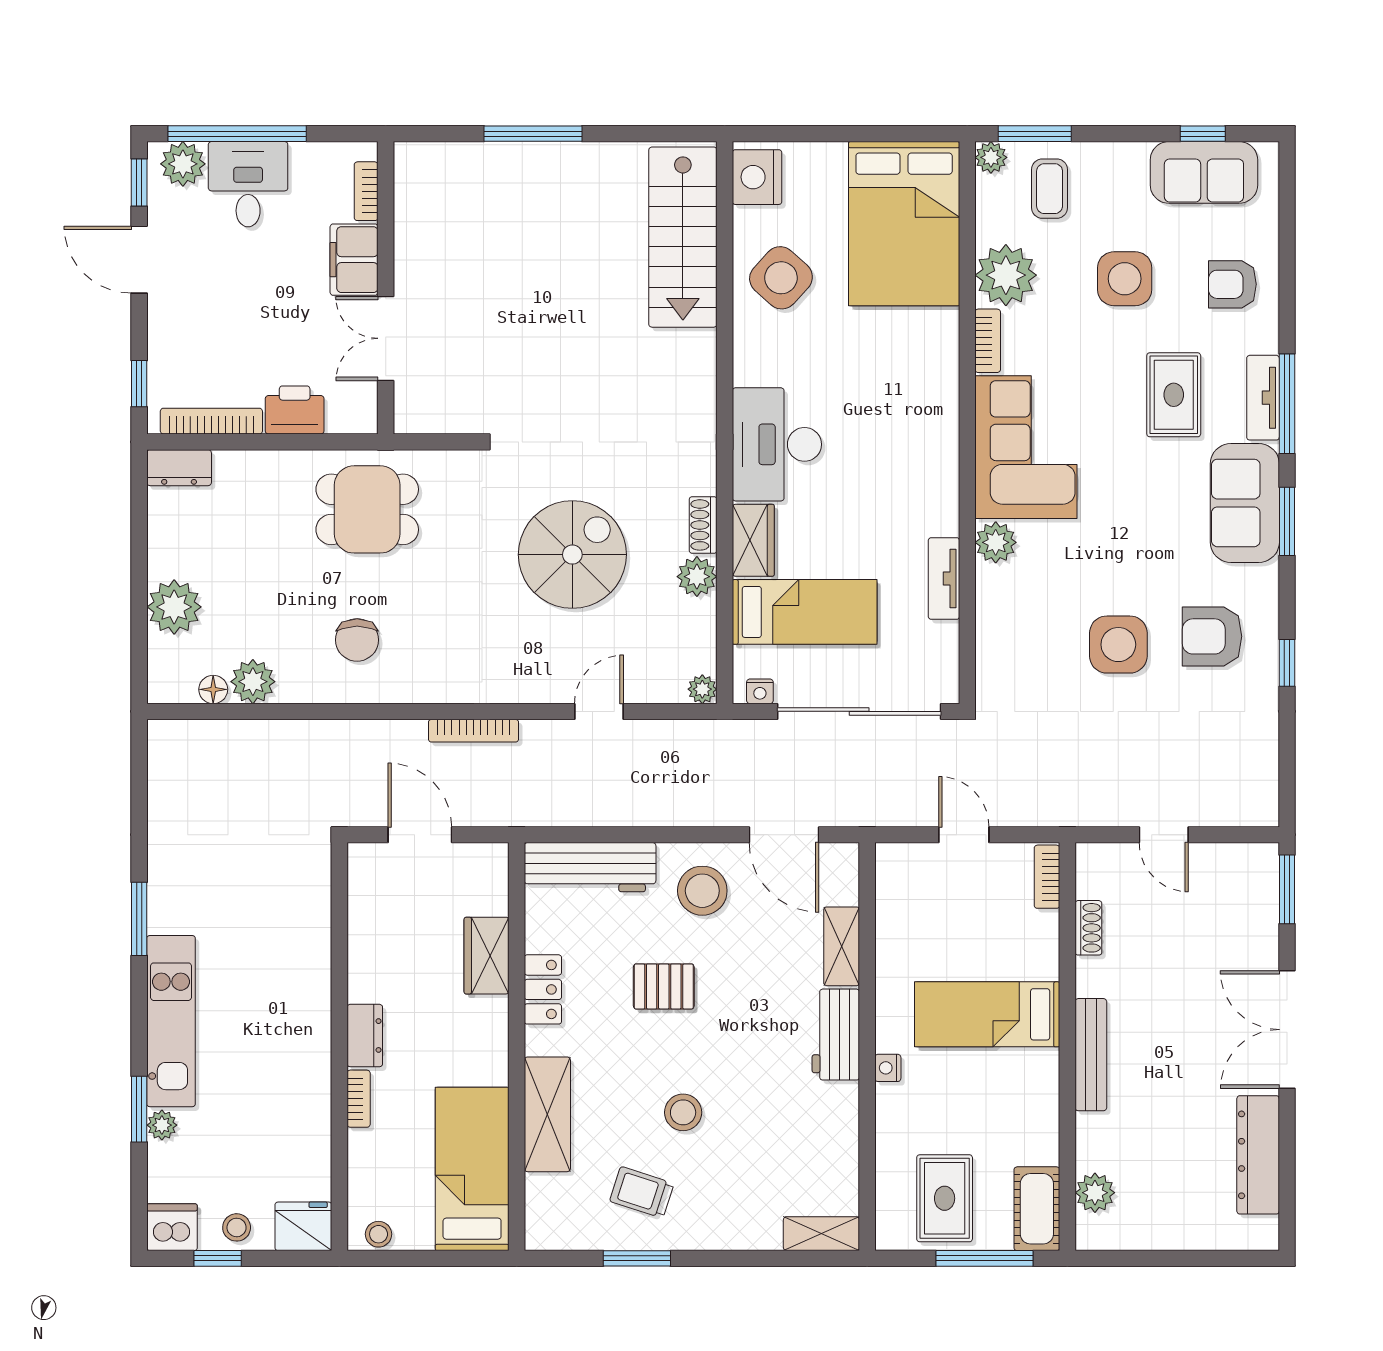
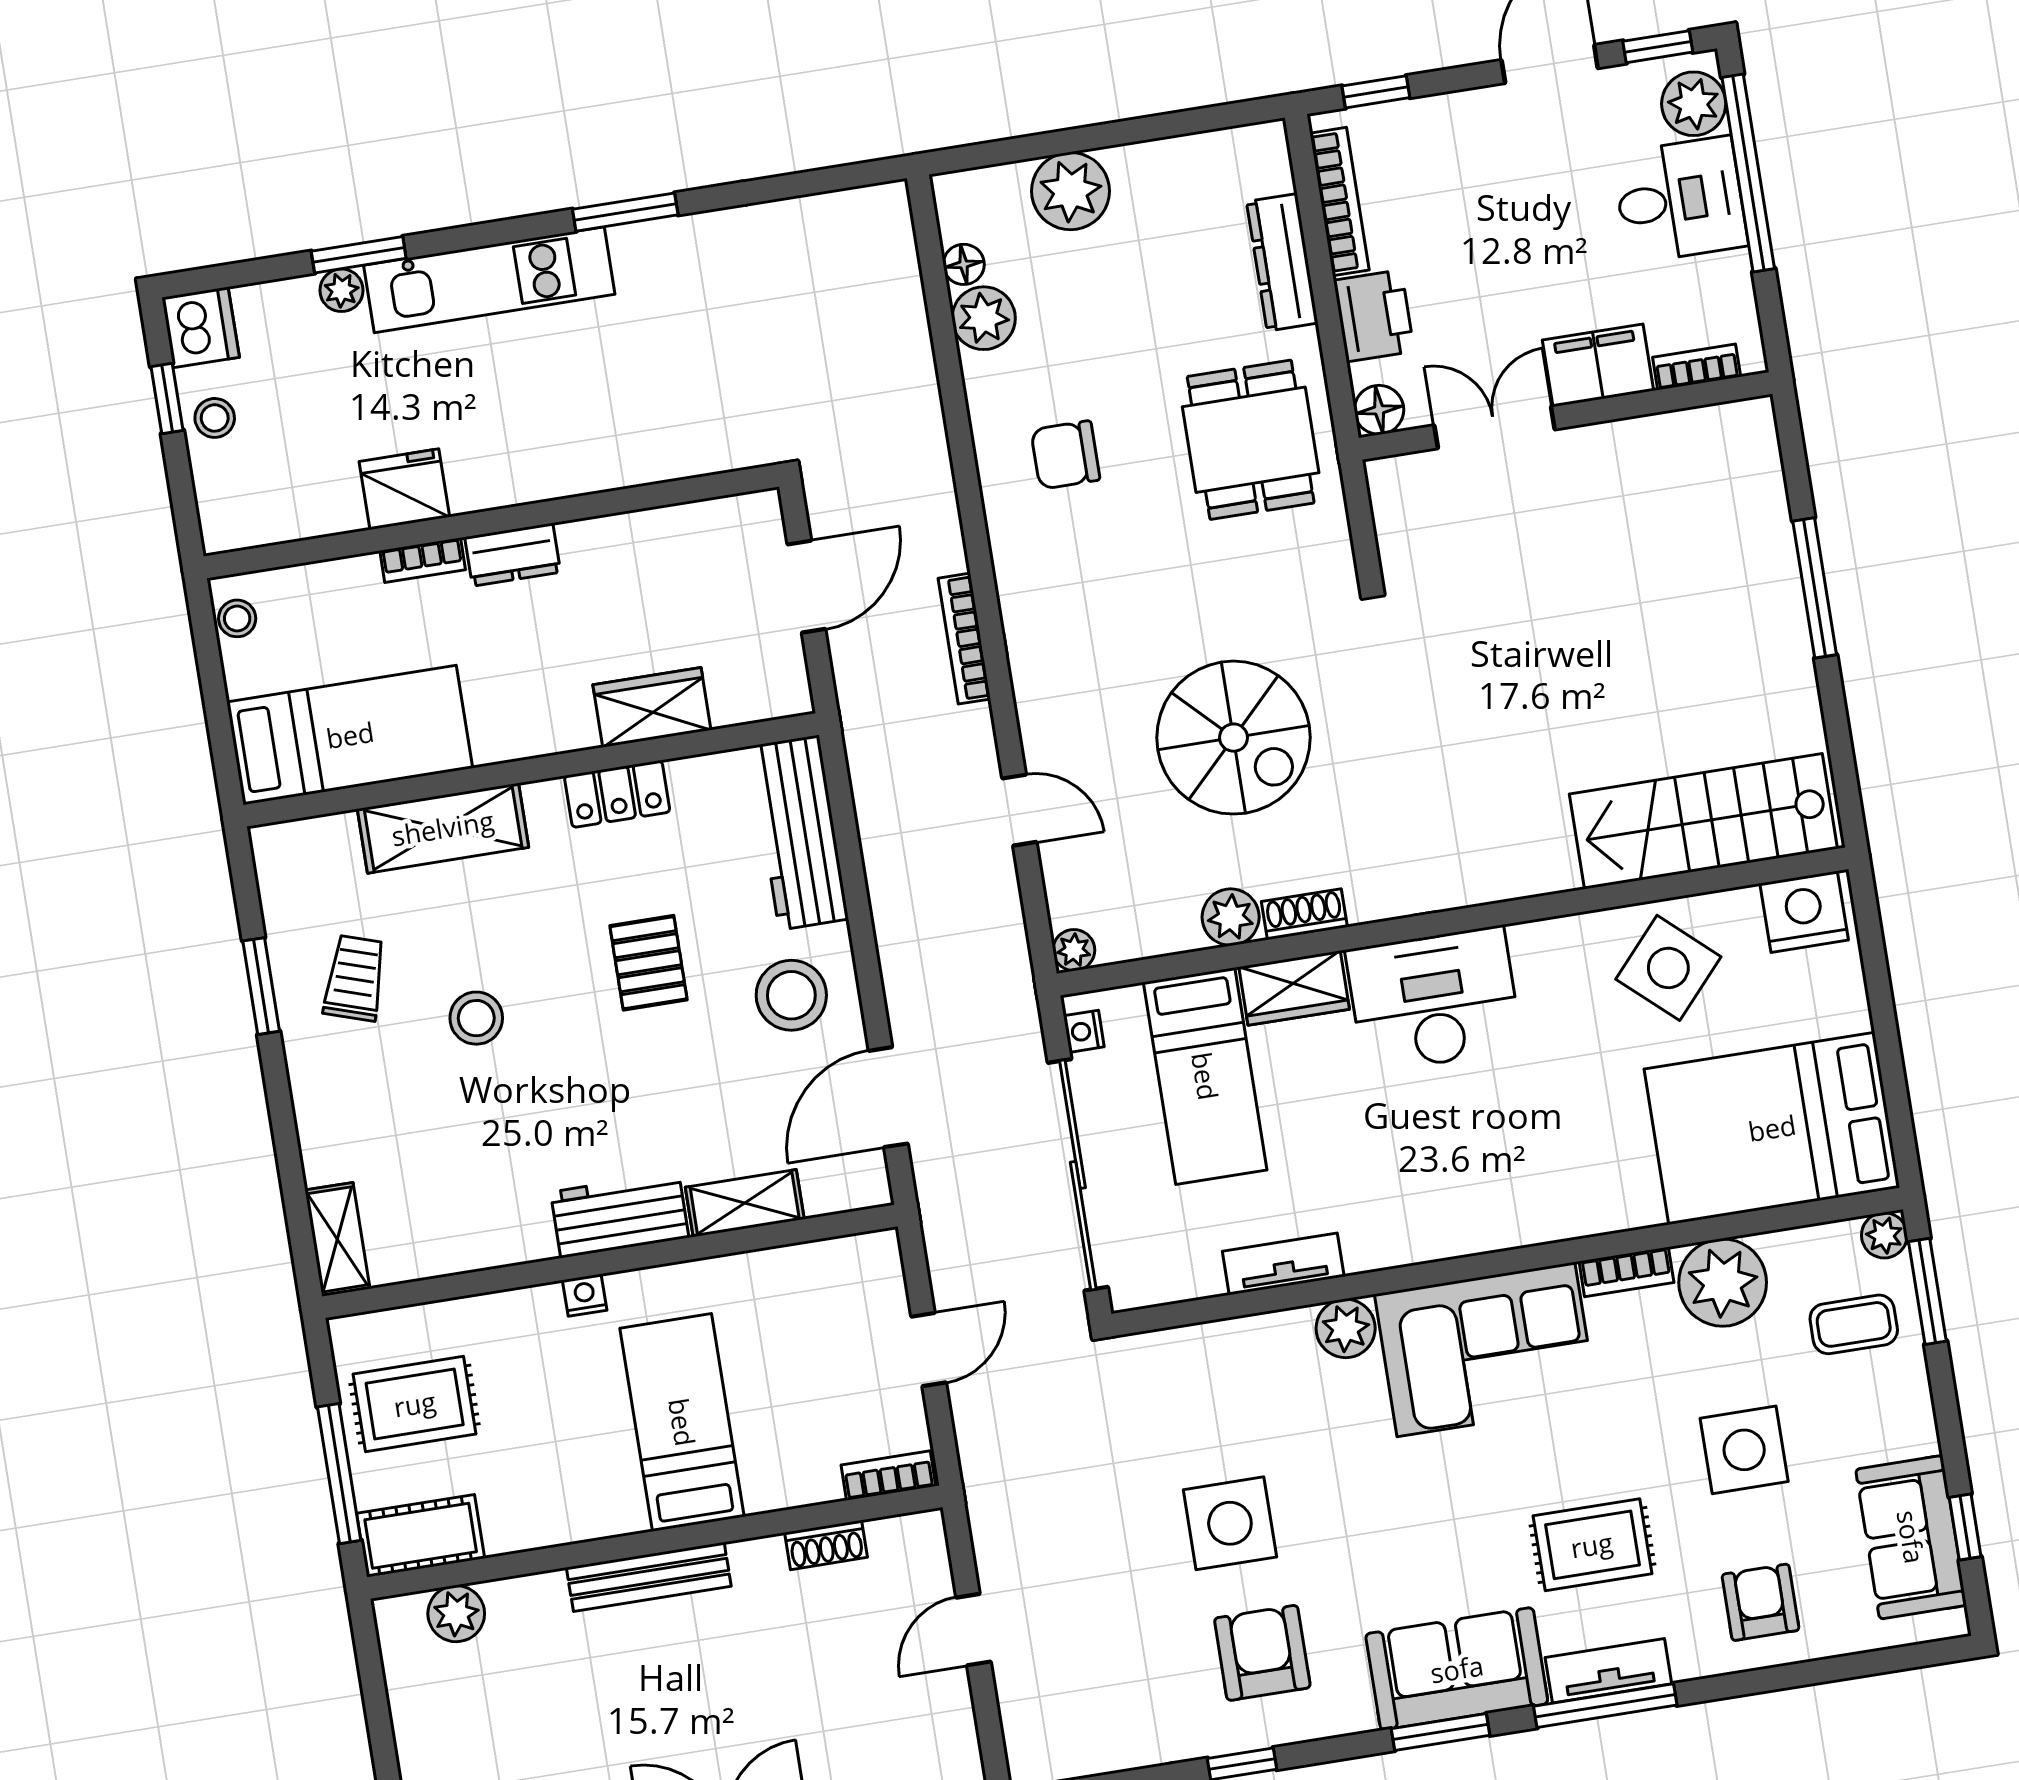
floor lamp: (361, 417) -> (1379, 410), added
dresser: (179, 468) -> (1282, 262), moved, width x1.44
fridge: (303, 1226) -> (404, 489), moved, turned -90

